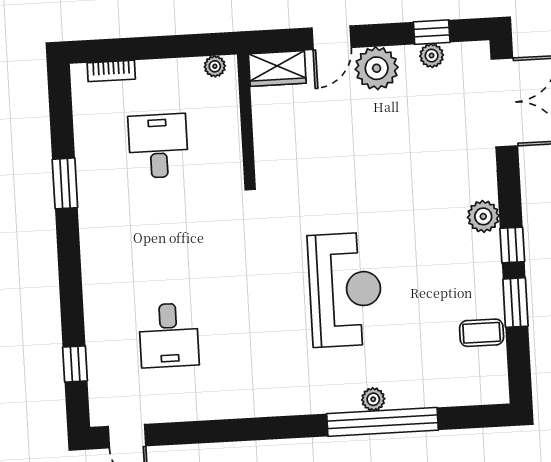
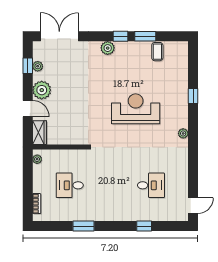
window: (75, 364) -> (144, 226), moved
plant: (373, 399) -> (183, 133), moved
window: (383, 422) -> (193, 96), width x0.32

